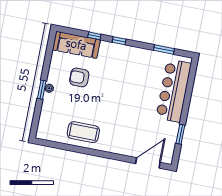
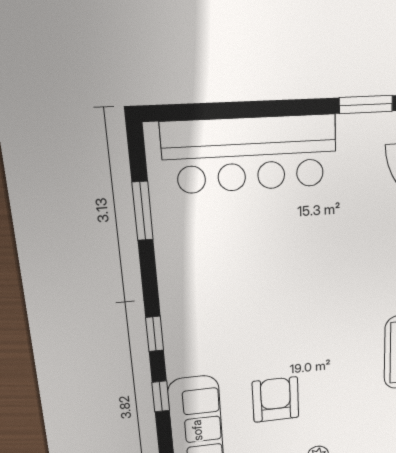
armchair: (79, 77) -> (276, 399), turned 180

